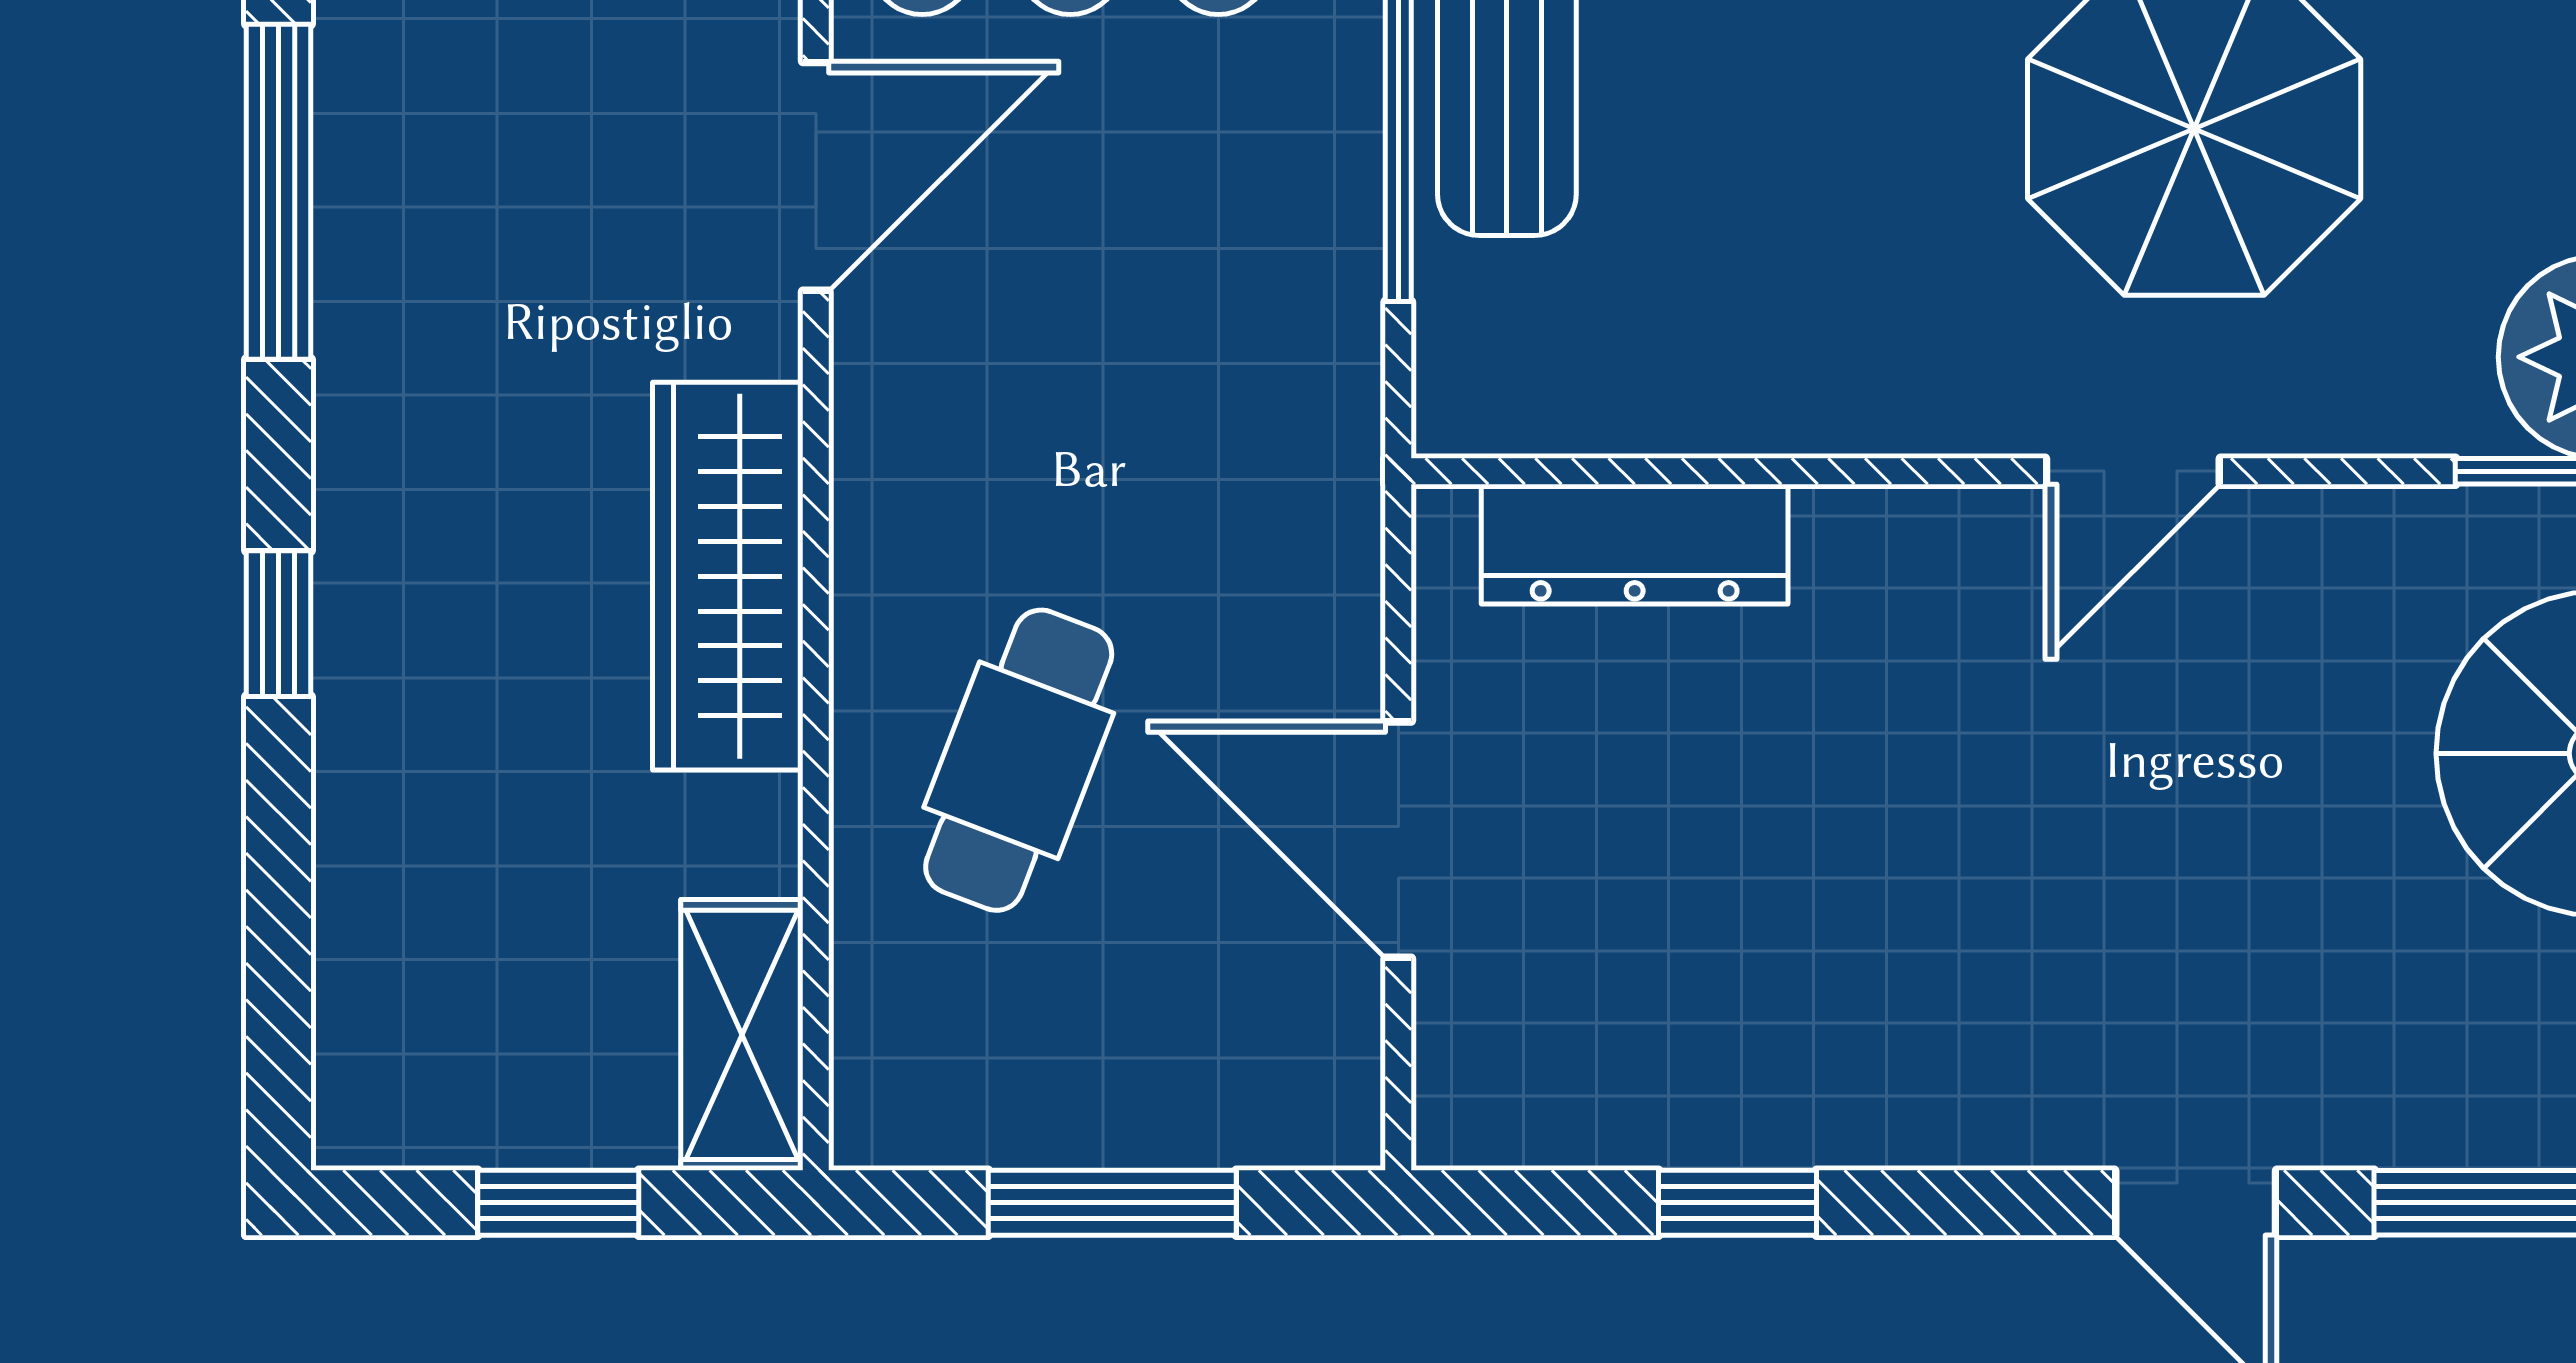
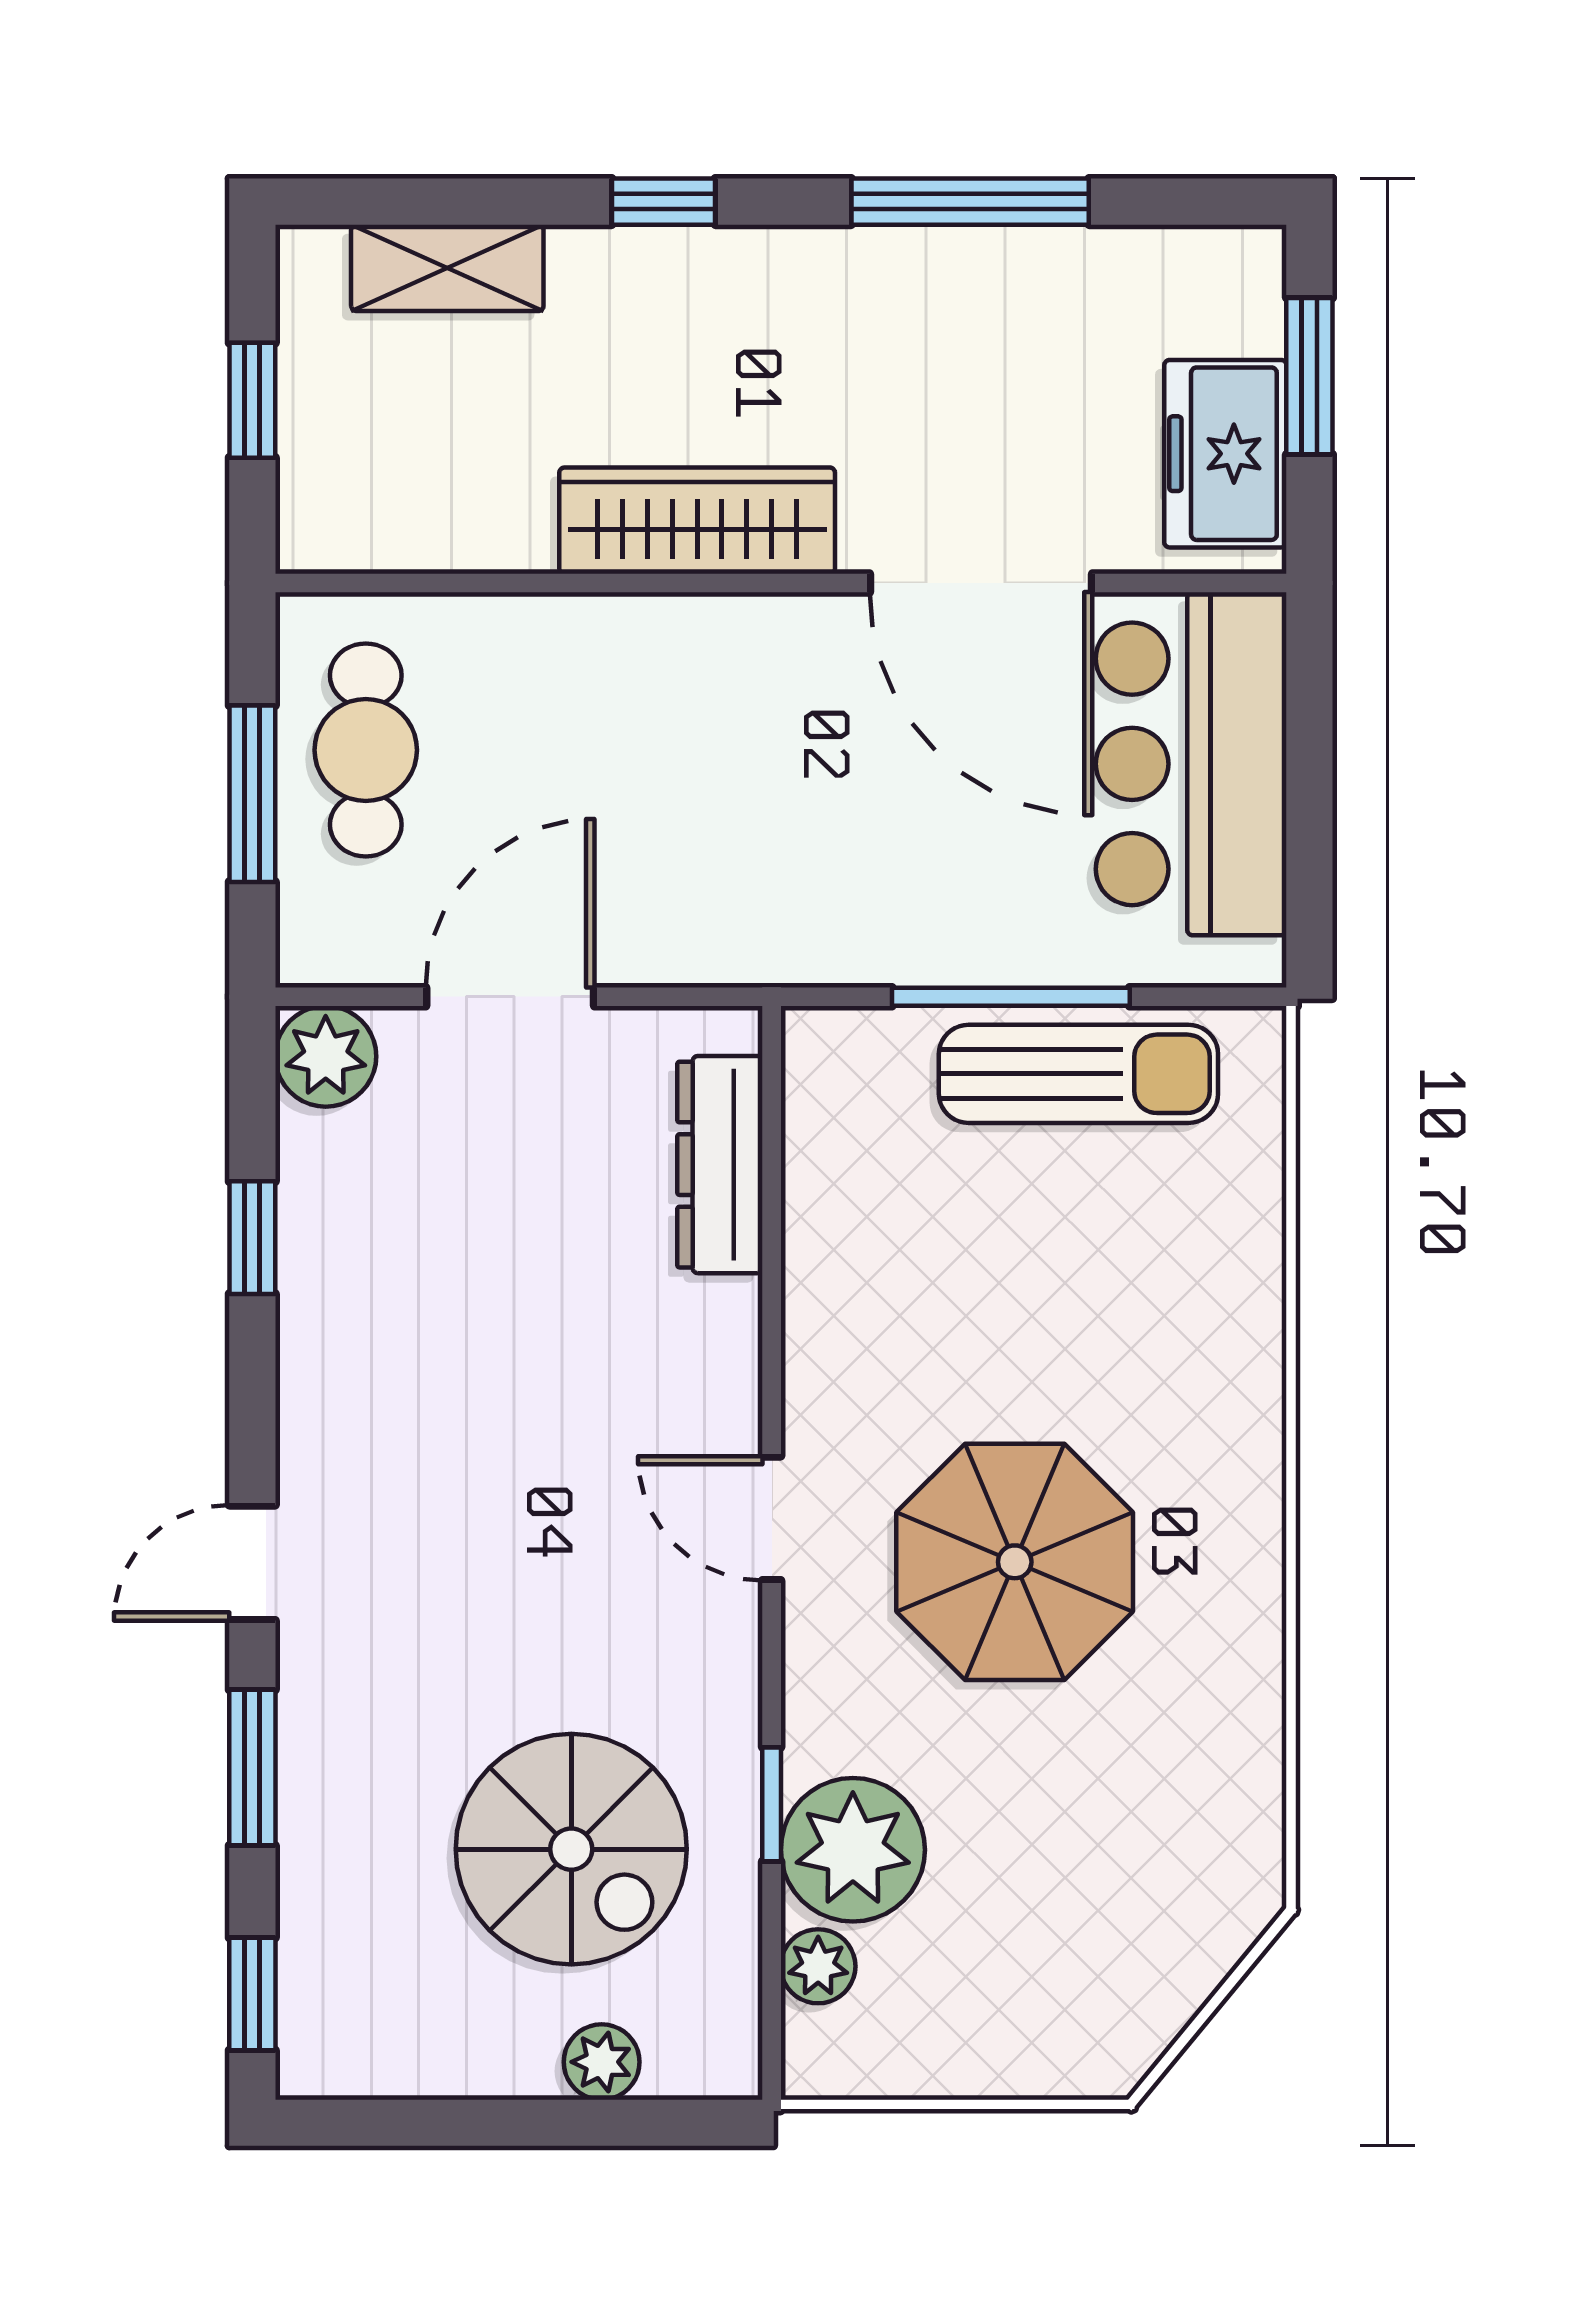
door: (816, 176) -> (981, 583), width x1.36
cafe table: (1019, 760) -> (366, 750), moved, turned 69
shelving: (742, 1035) -> (447, 268), moved
plant: (1482, 1099) -> (326, 1056), added

